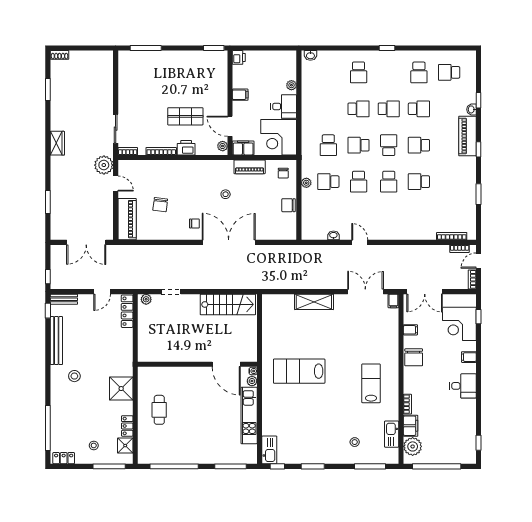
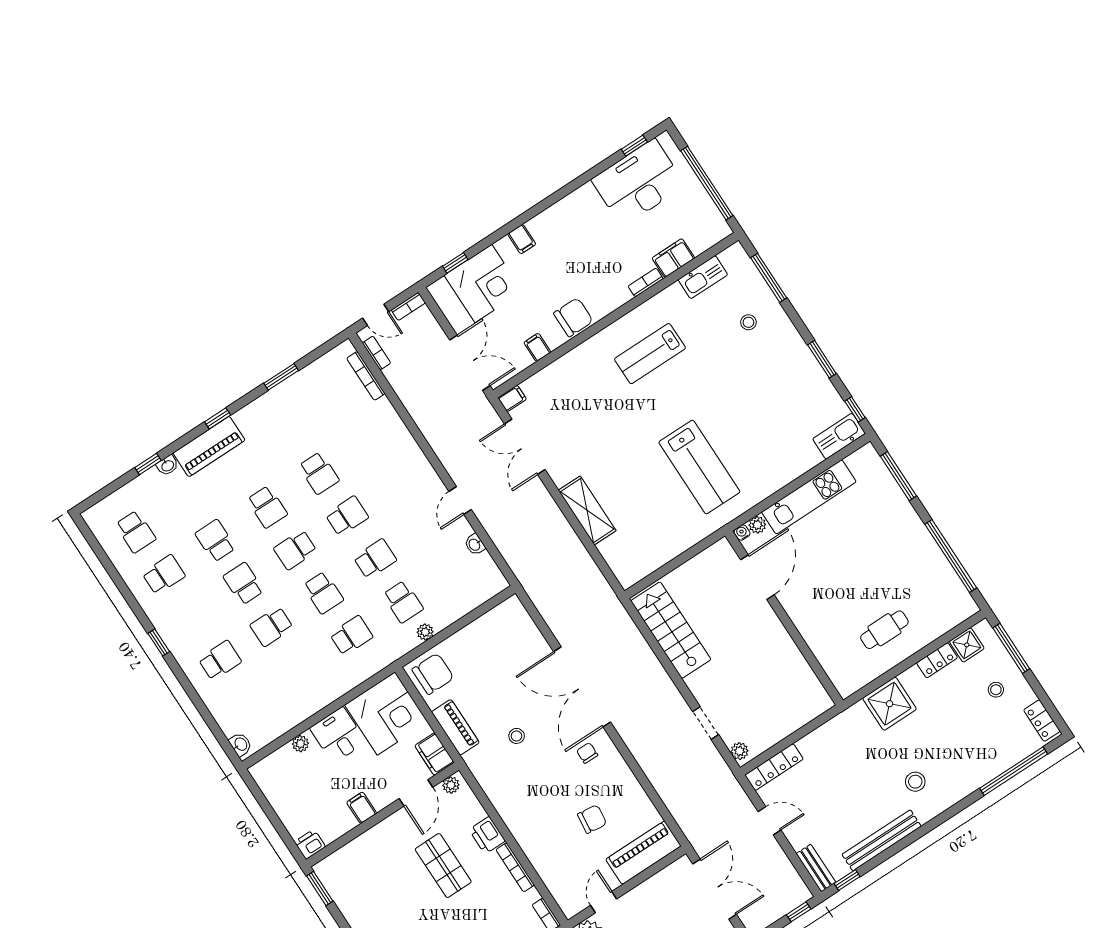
school desk: (359, 109) -> (272, 627), turned -90
chair: (283, 173) -> (433, 674), width x1.87, depth x1.87
chair: (289, 205) -> (474, 636), removed
desk: (463, 386) -> (638, 183), moved, width x1.87, depth x1.30
plant: (413, 446) -> (701, 236), removed

